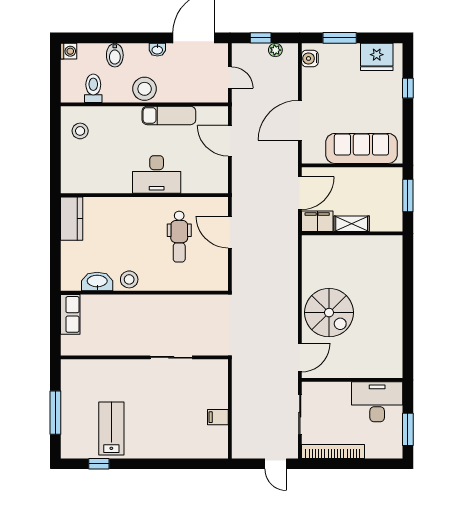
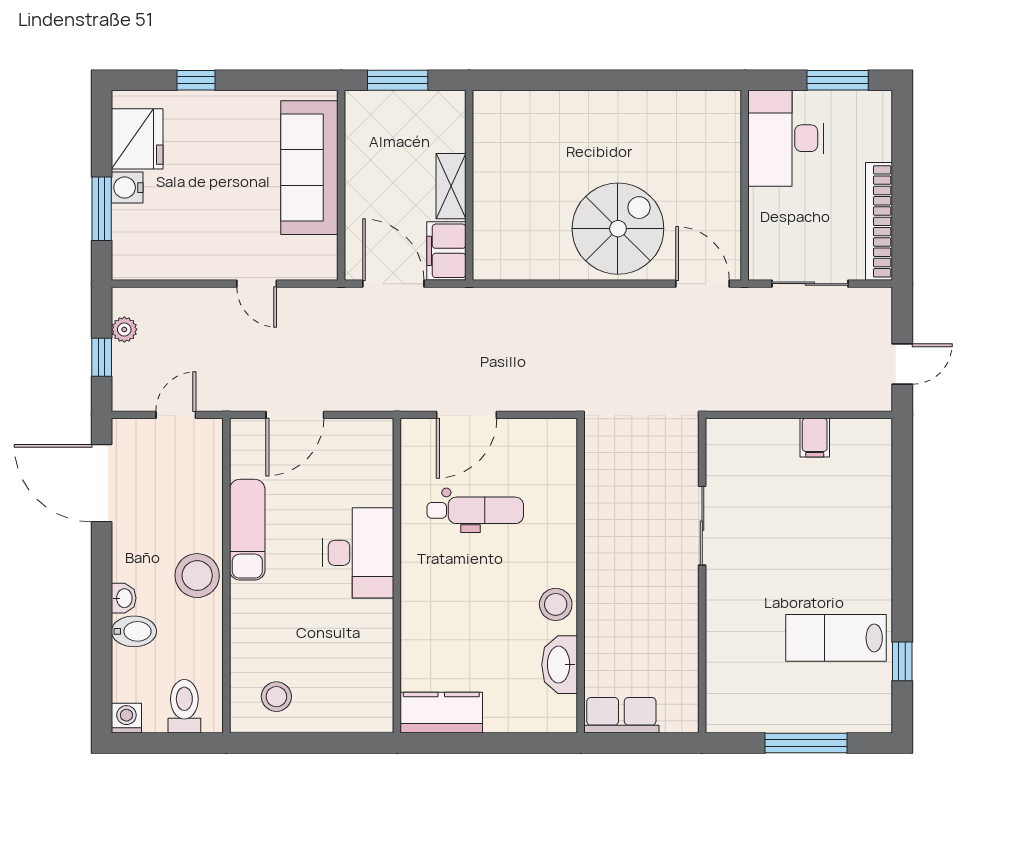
washbasin: (157, 50) -> (124, 598), moved
water cooler: (310, 58) -> (127, 188), moved, turned 90
toilet: (93, 88) -> (184, 706), moved, turned 90
door: (300, 120) -> (257, 284), width x0.53
door: (276, 464) -> (902, 364), moved

